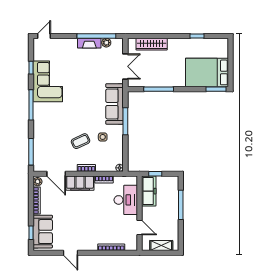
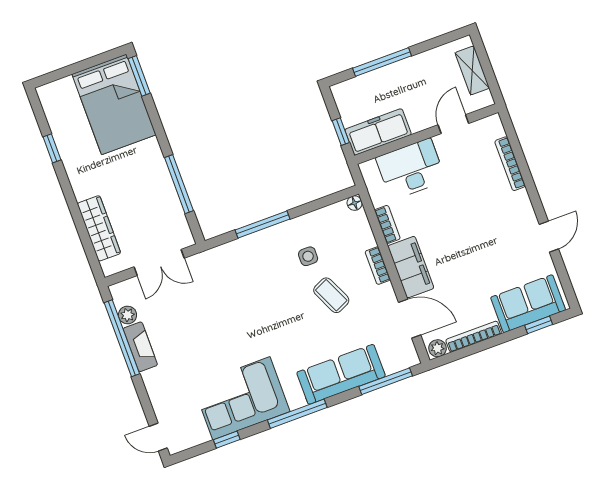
double door: (125, 66) -> (159, 262), swing flipped
sofa: (115, 104) -> (341, 374), moved, turned 180
door: (56, 174) -> (410, 319), hinge flipped

